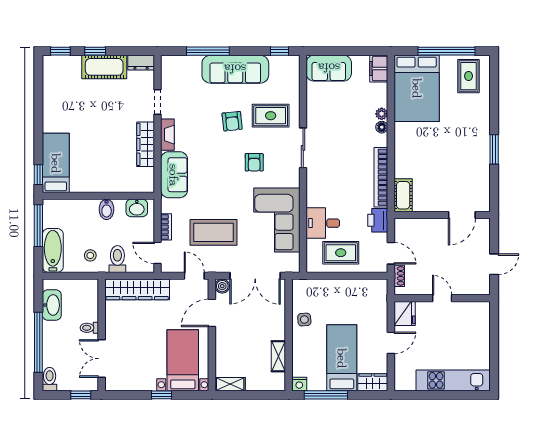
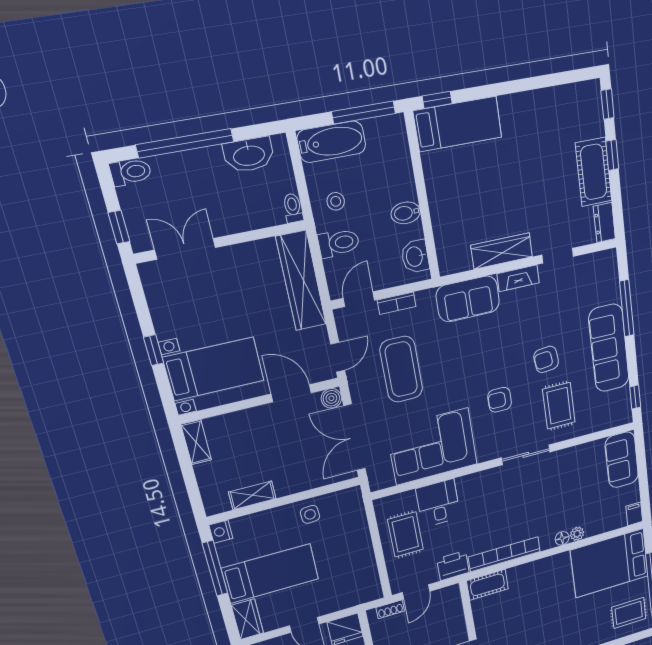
filing cabinet: (379, 69) -> (634, 514), width x0.50
toilet: (89, 328) -> (293, 208), moved

